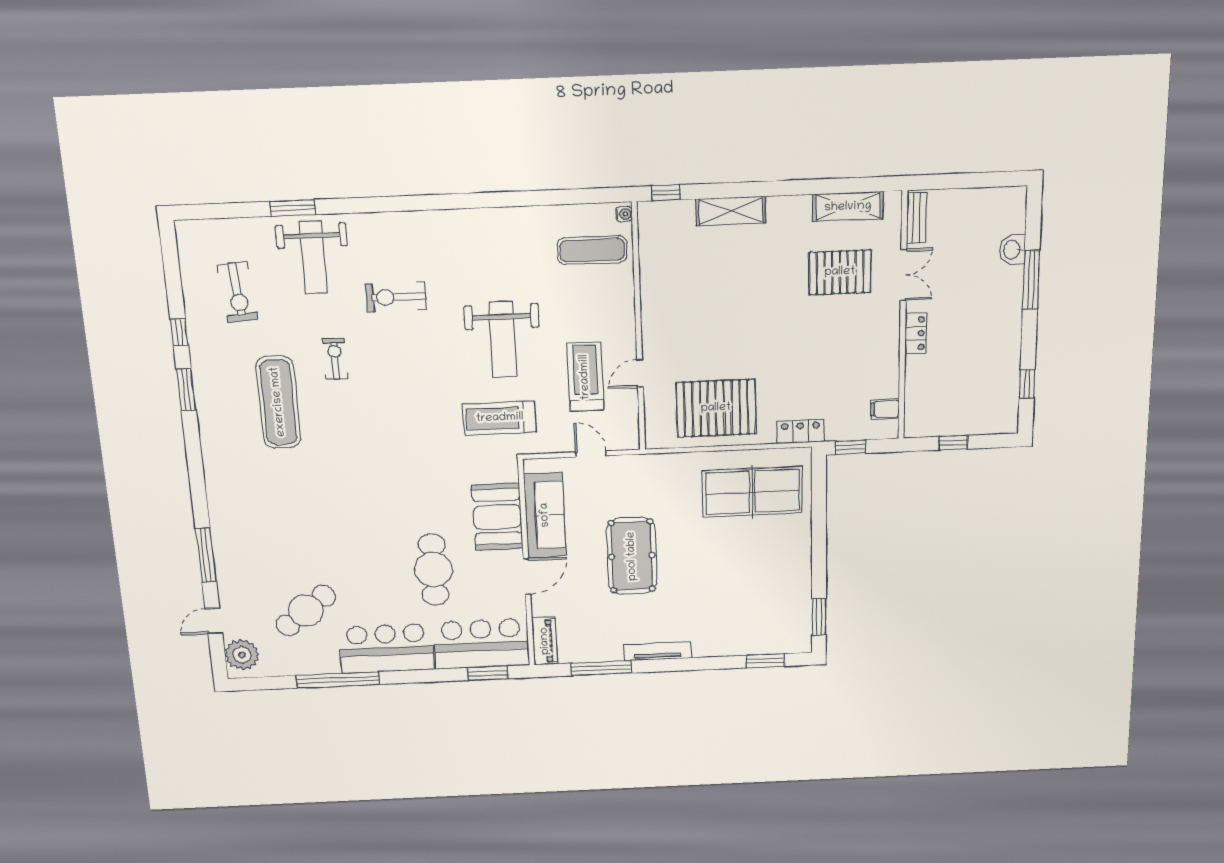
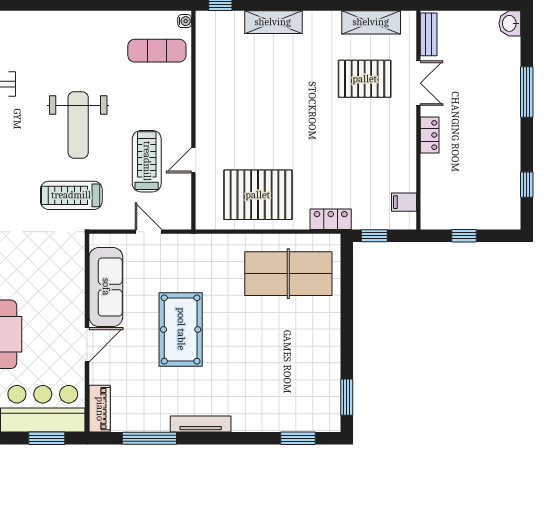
washbasin: (1012, 250) -> (510, 23), moved
booth: (497, 517) -> (64, 287), removed

